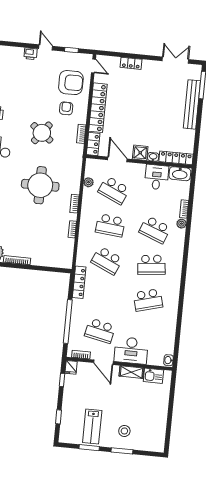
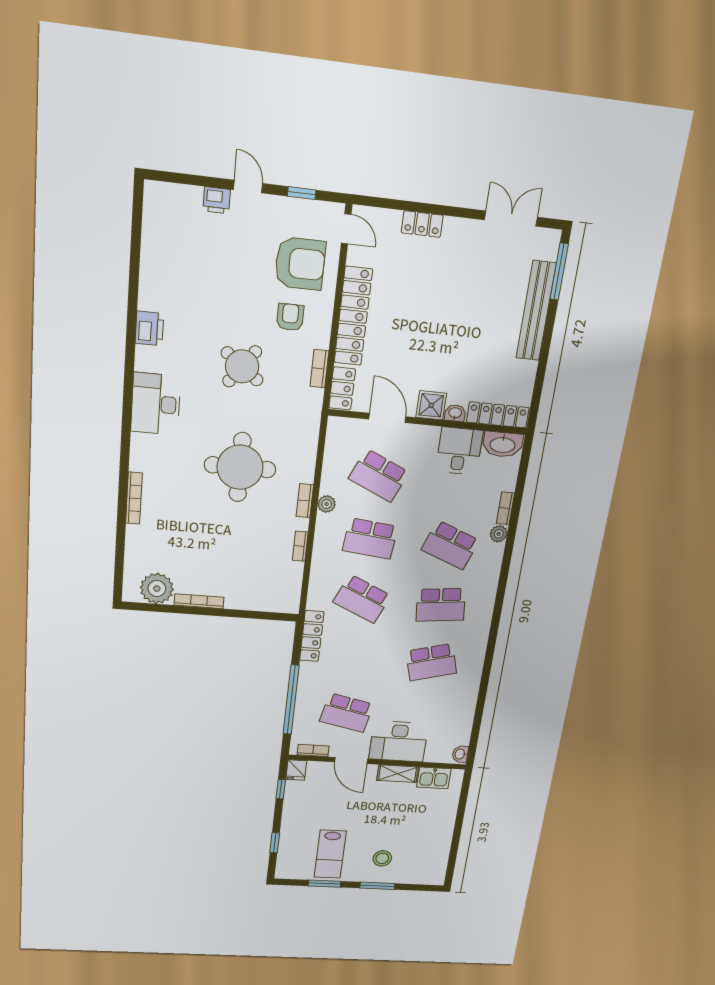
plant: (89, 182) -> (327, 504), moved

